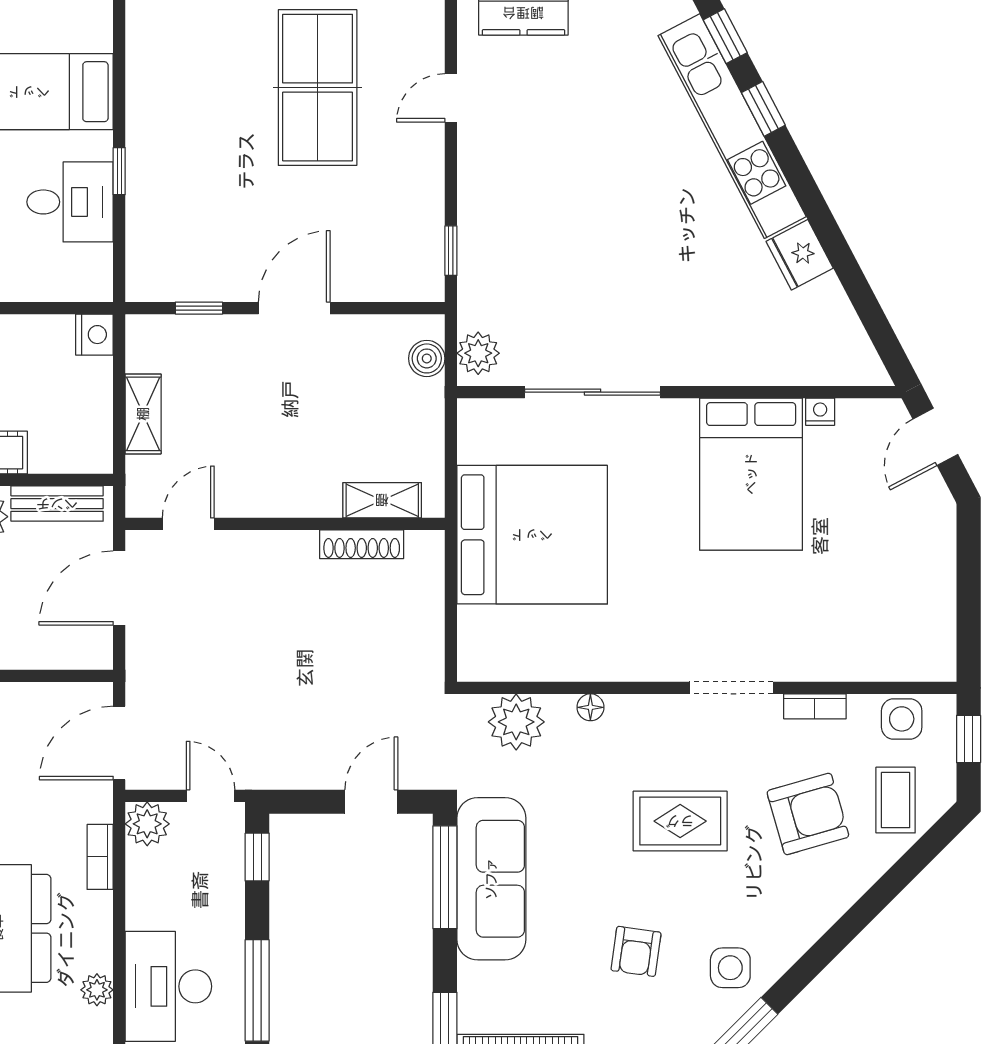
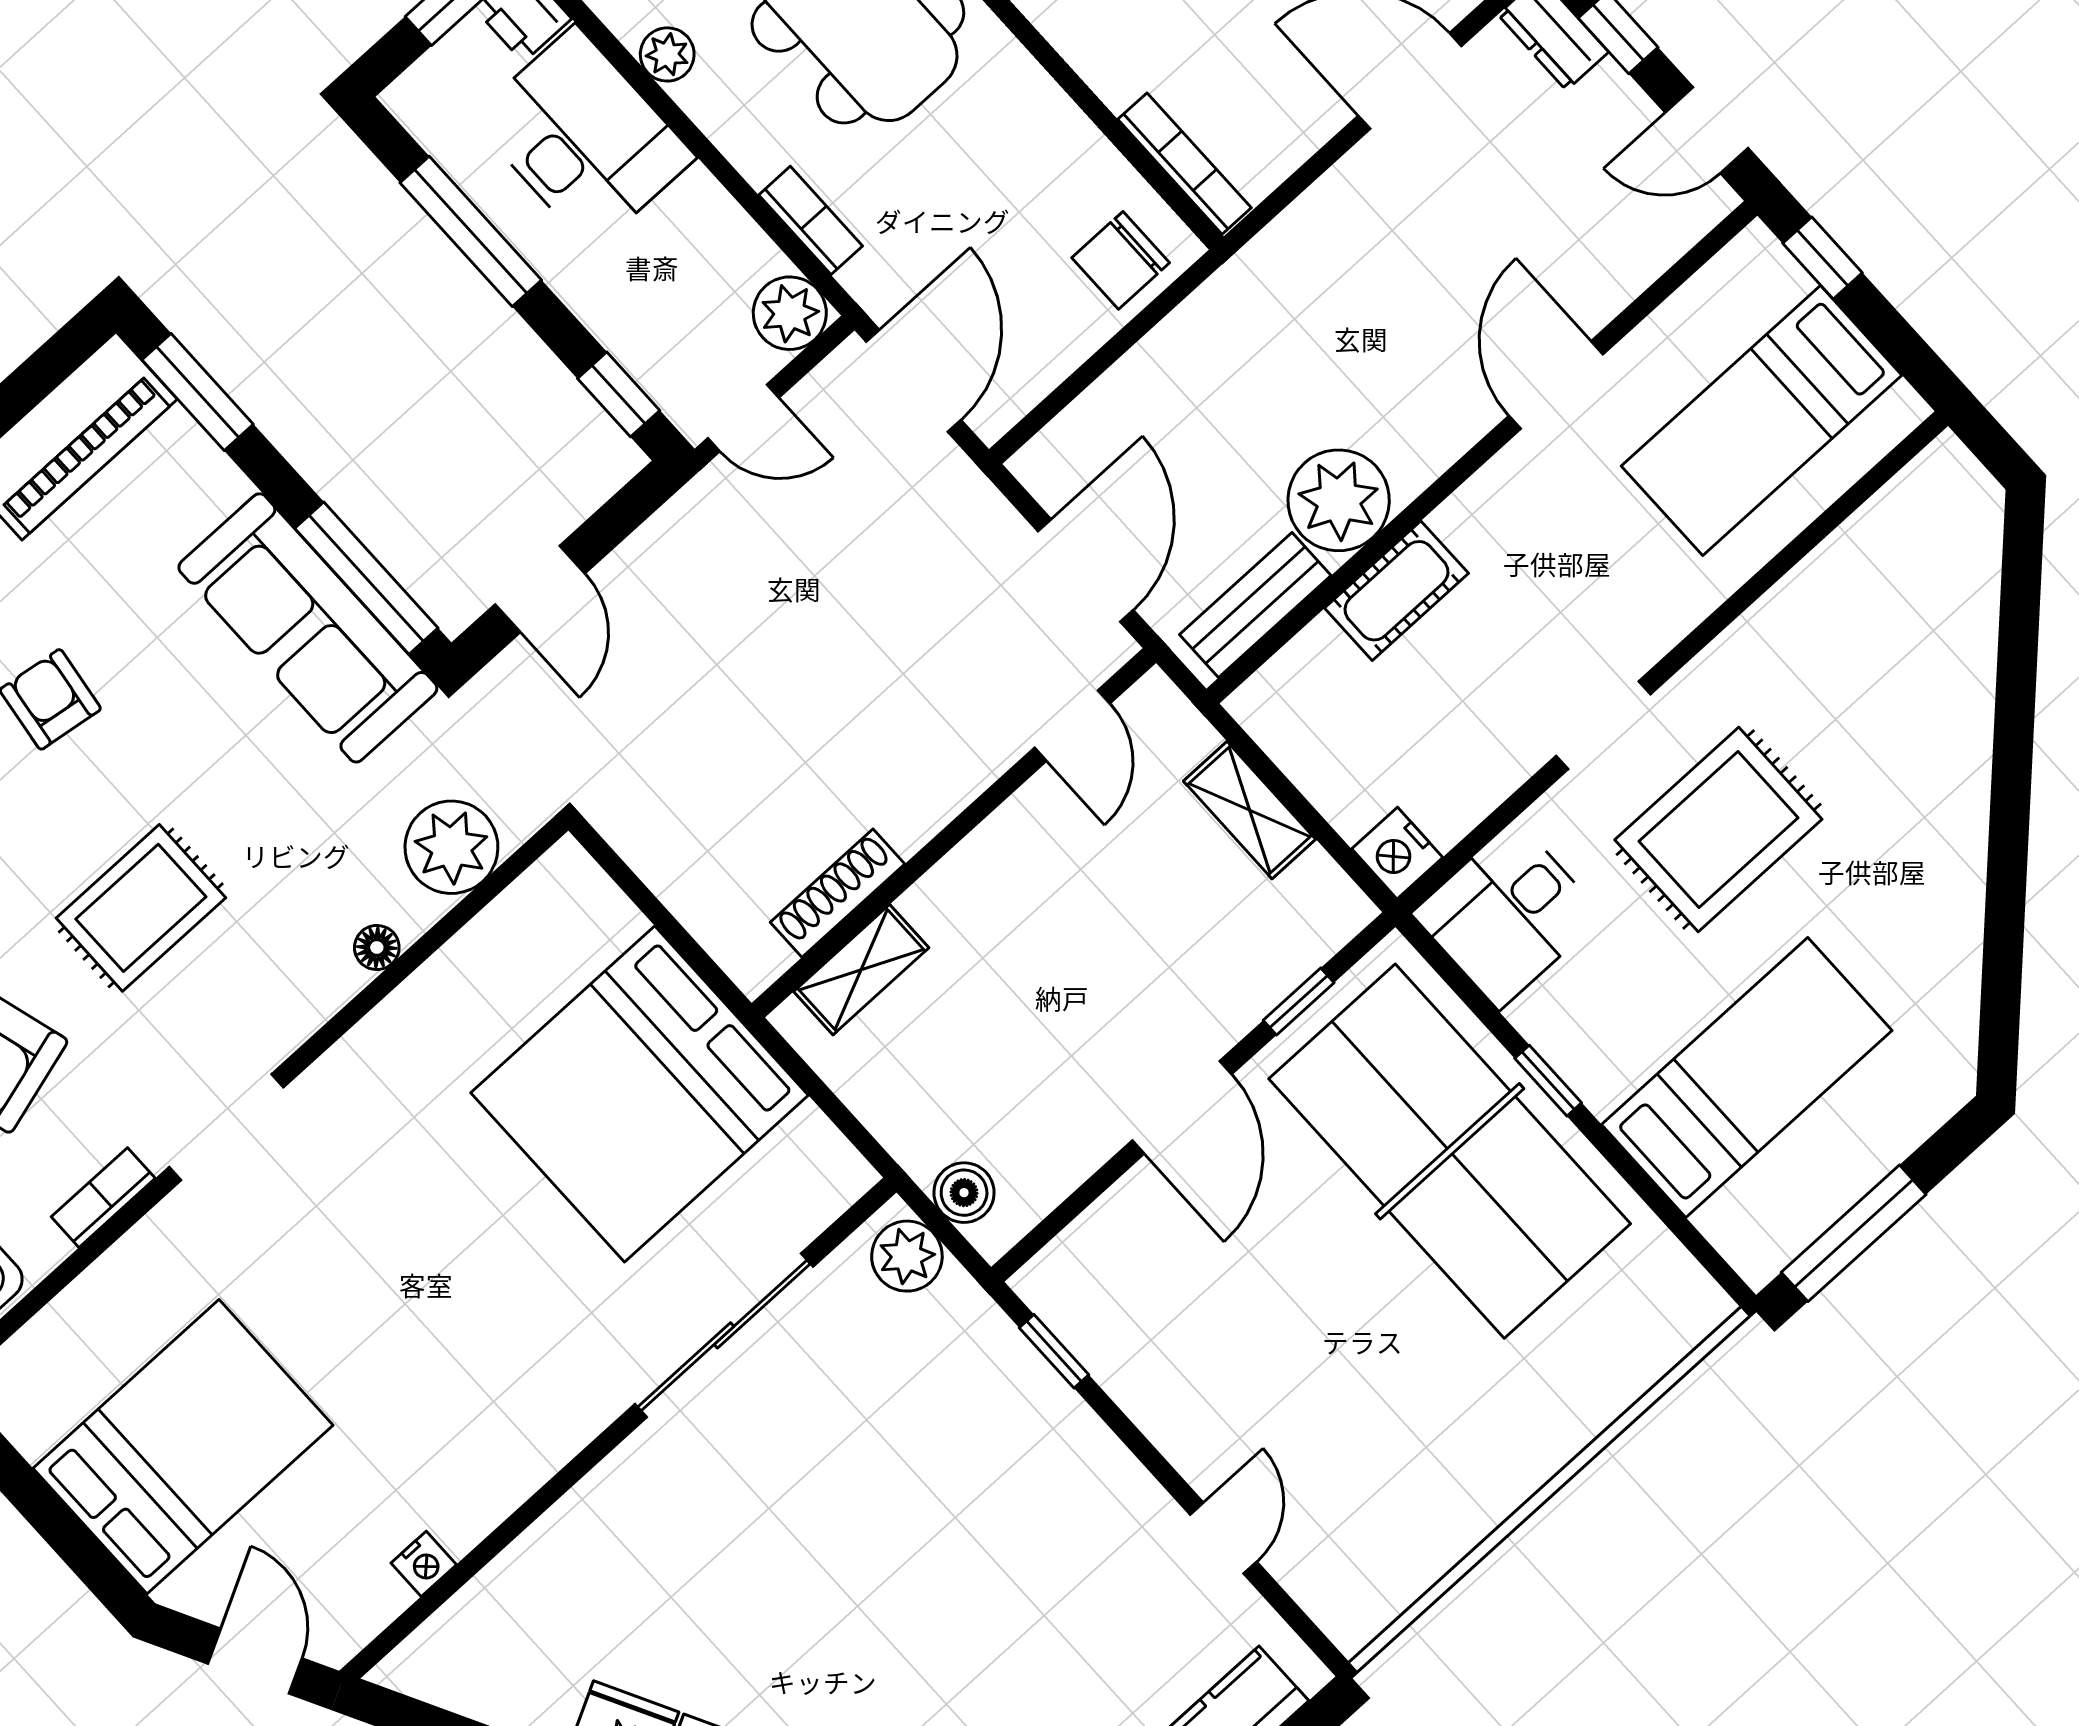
table tennis table: (318, 88) -> (1450, 1151), moved, width x1.36, depth x1.32
desk: (70, 202) -> (1507, 915), moved
bed: (751, 474) -> (183, 1447), moved, turned 90

